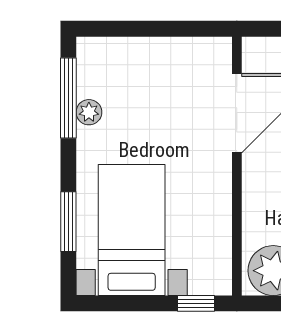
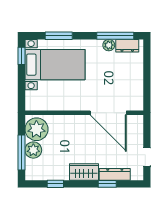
dresser: (90, 72) -> (127, 46), added
window: (196, 303) -> (22, 56), moved

